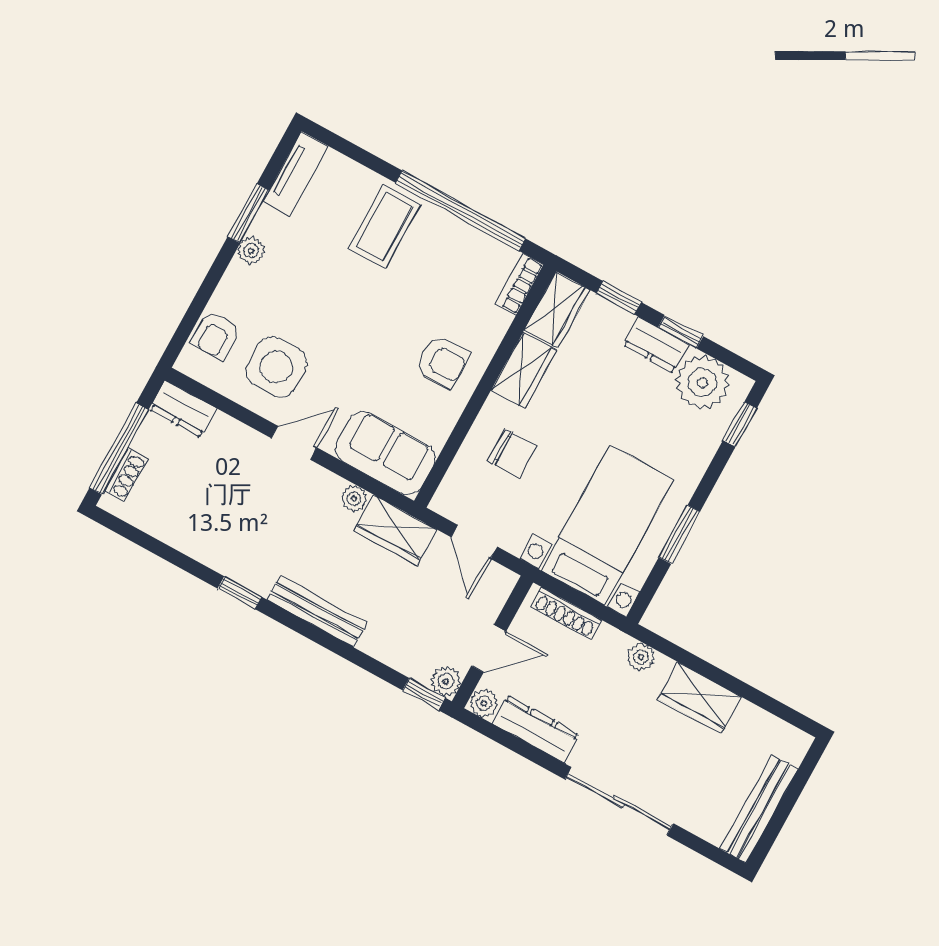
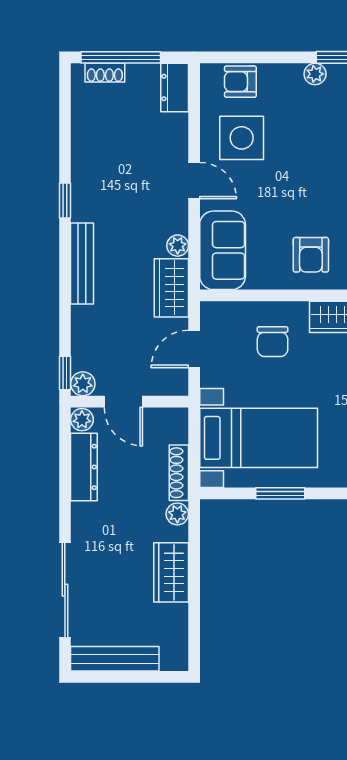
shoe rack: (566, 614) -> (179, 473), moved
sliding door: (619, 801) -> (65, 590), moved

